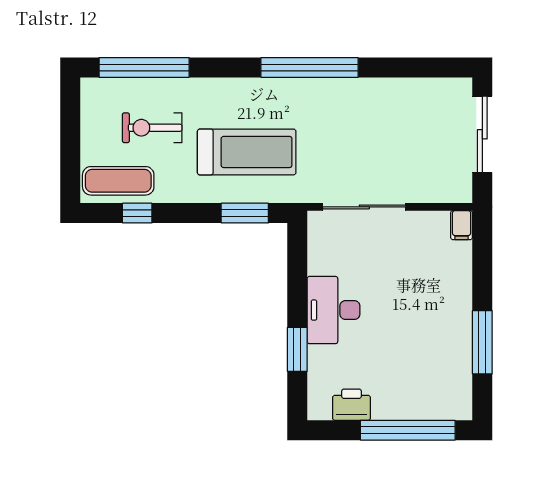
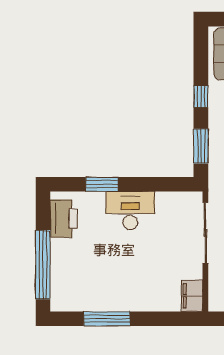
window: (137, 213) -> (201, 96), moved
filing cabinet: (462, 225) -> (192, 296), width x2.00
printer: (352, 405) -> (64, 219), width x1.37, depth x1.19

